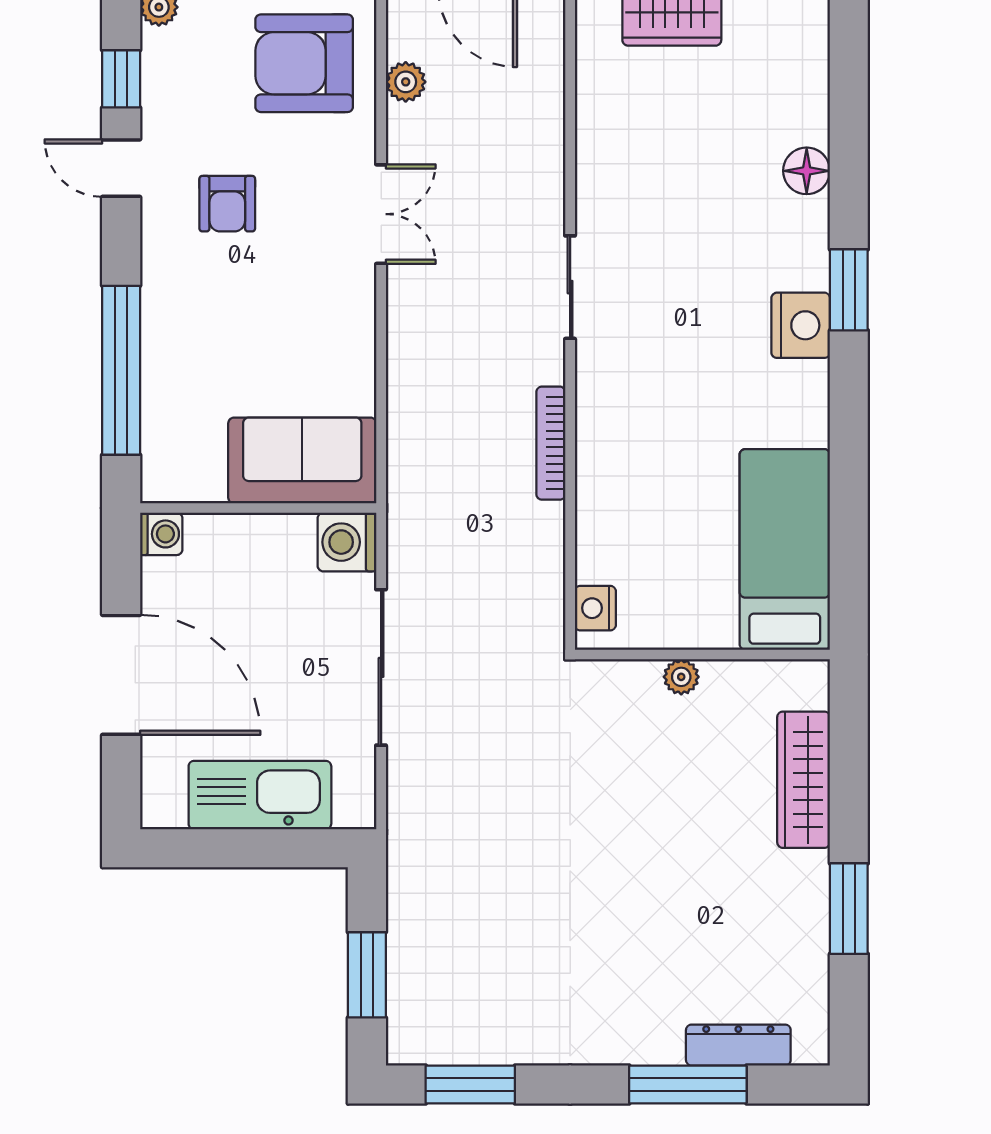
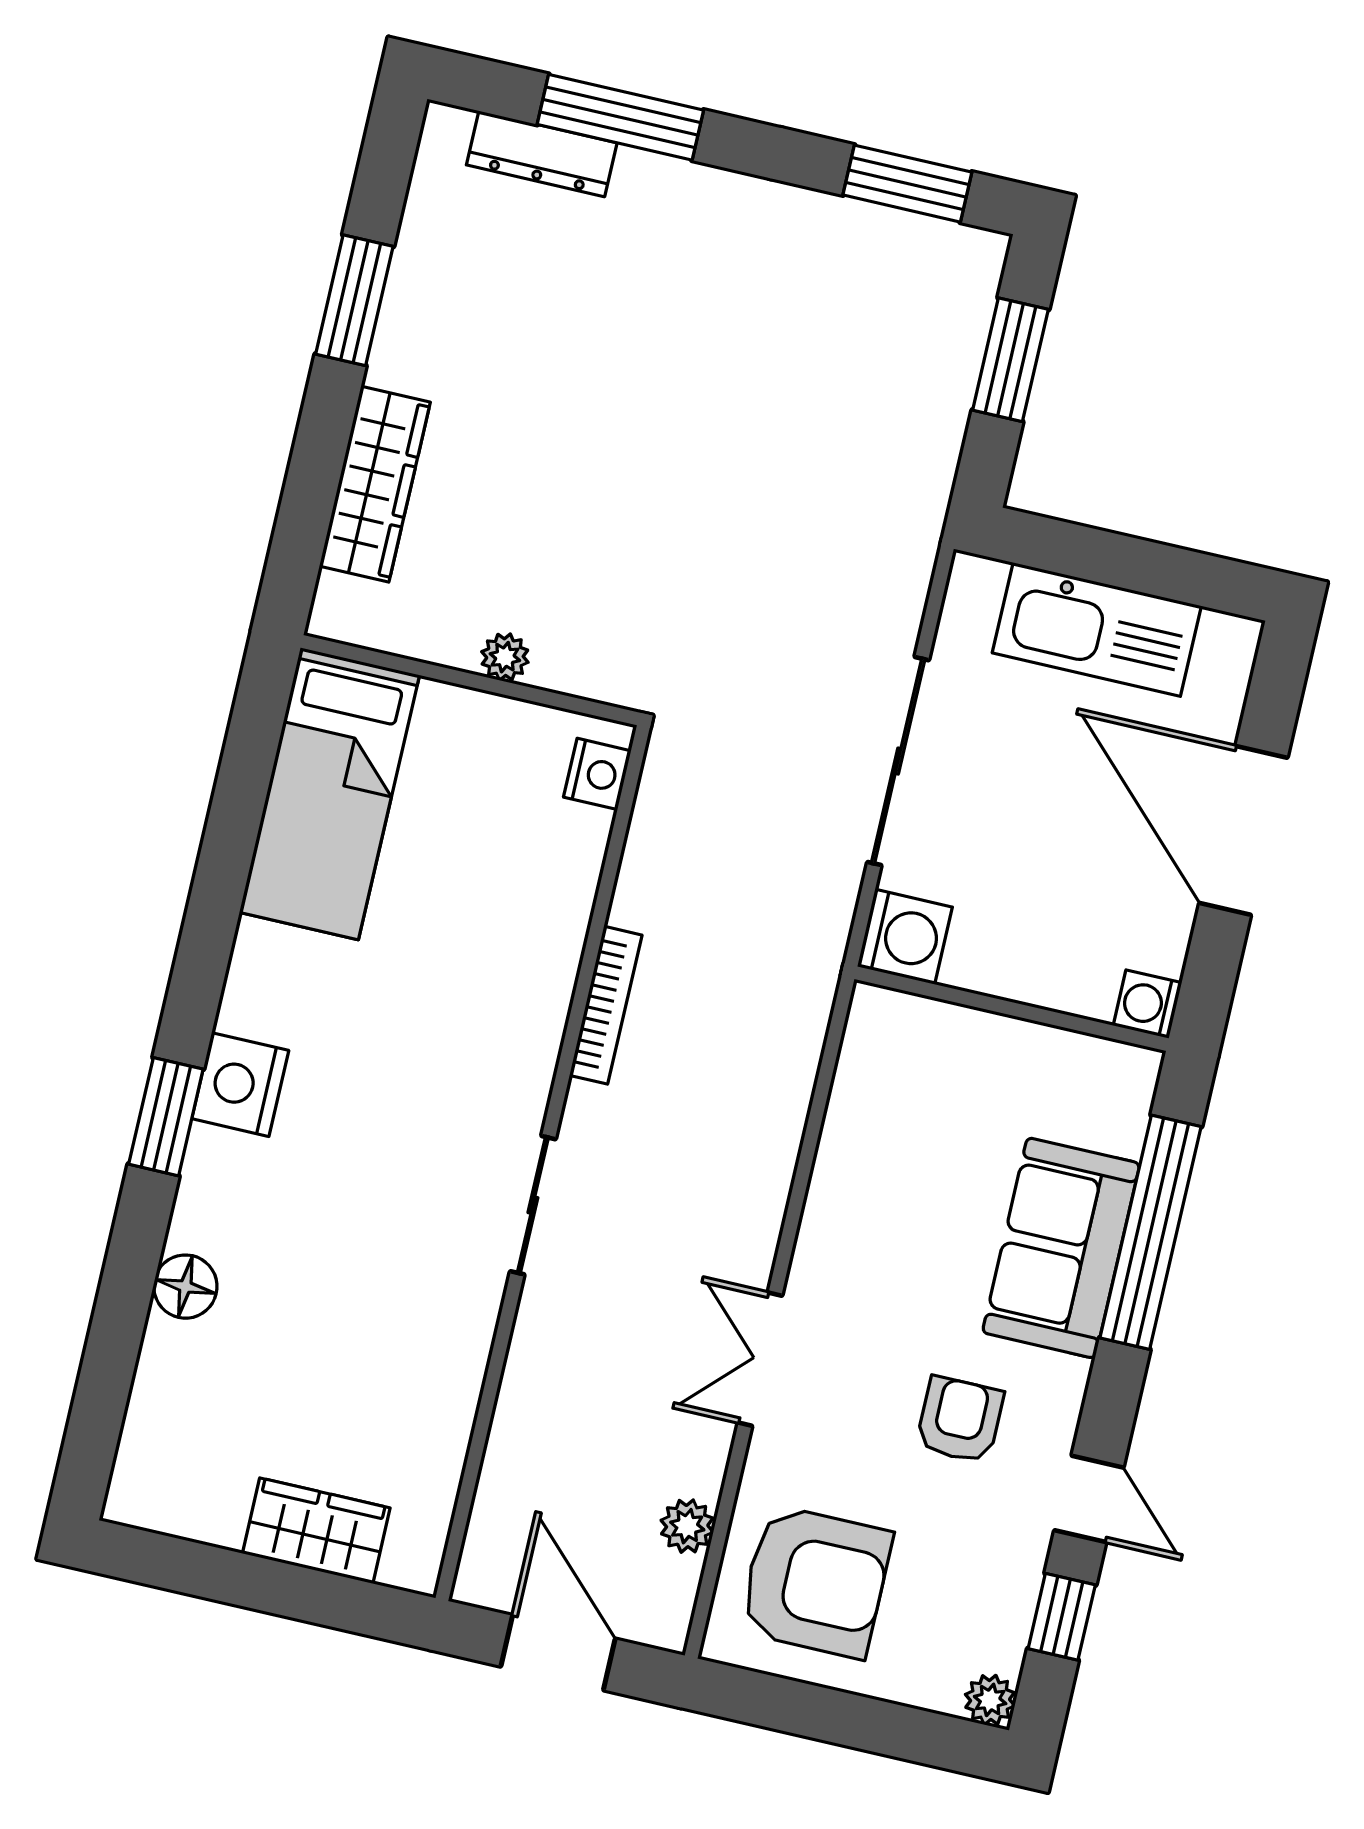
sofa: (302, 460) -> (1061, 1248), moved, turned 90

